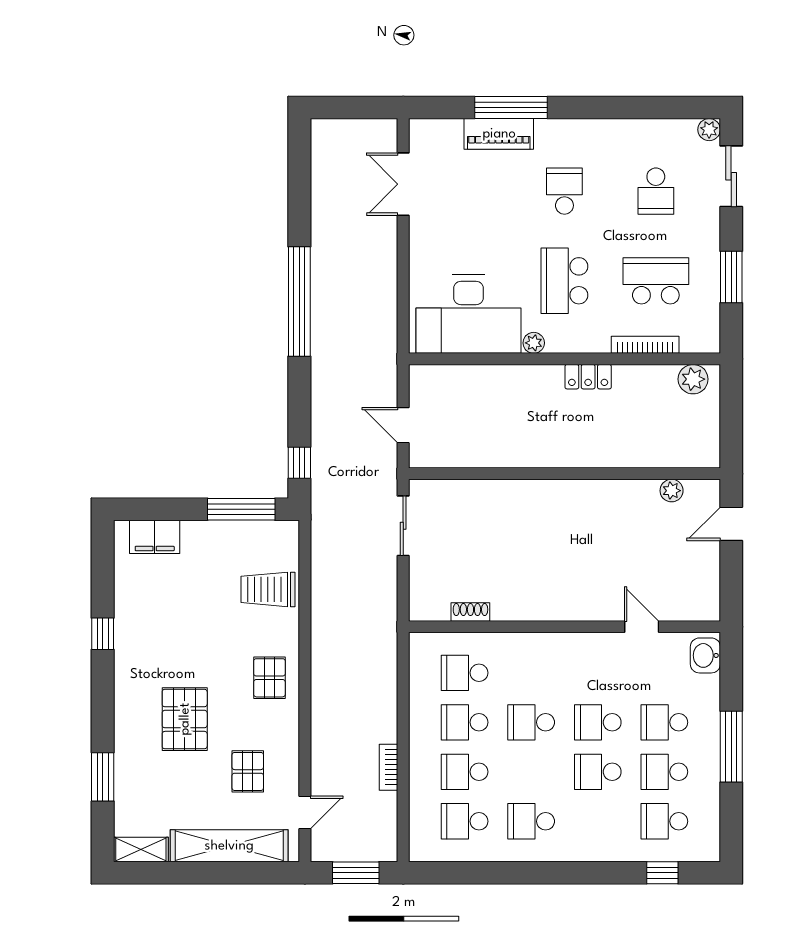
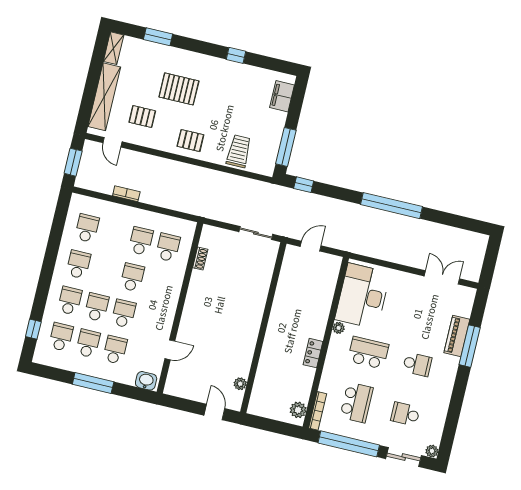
window: (731, 277) -> (349, 444), width x2.11
bookcase: (645, 345) -> (318, 411), moved
school desk: (465, 772) -> (70, 301), moved

